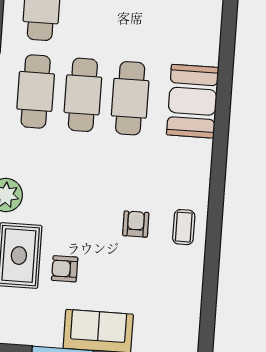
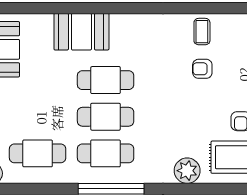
booth: (193, 101) -> (81, 32), moved
coffee table: (184, 227) -> (202, 32), turned 90

